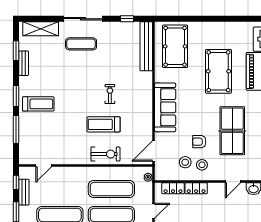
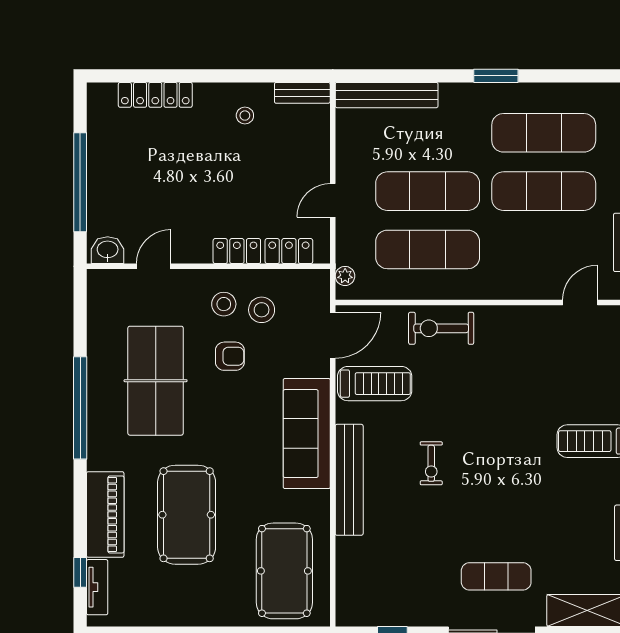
bench: (146, 46) -> (349, 480), moved
treadmill: (104, 124) -> (375, 384), moved

